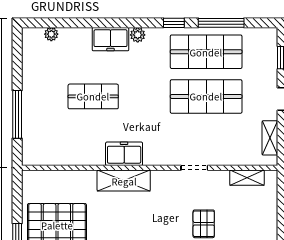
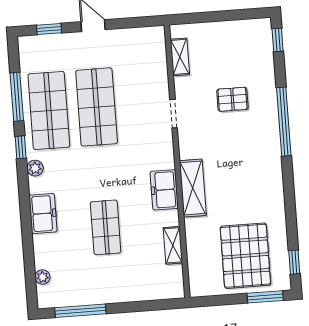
plant: (138, 35) -> (35, 168), moved
window: (17, 114) -> (80, 311), moved
shelving: (270, 138) -> (173, 245), moved, turned 90

